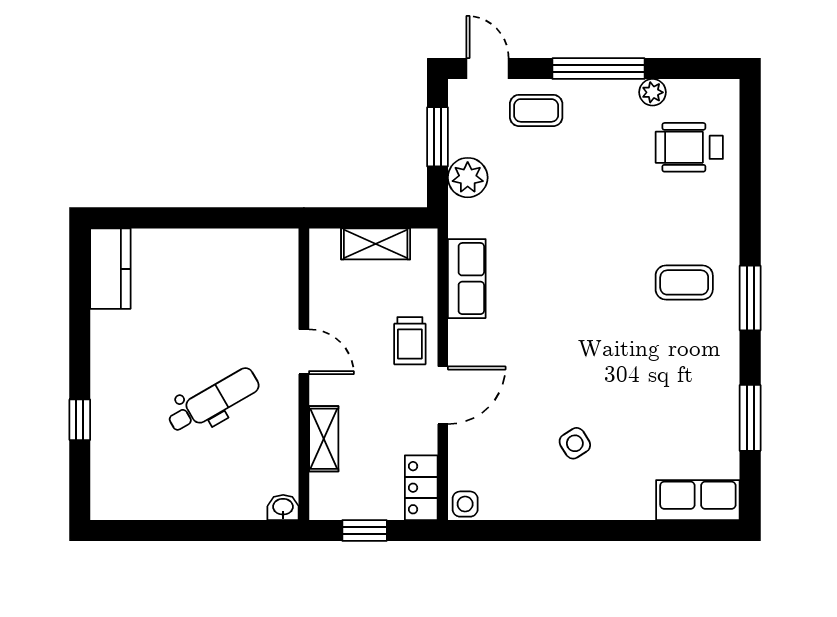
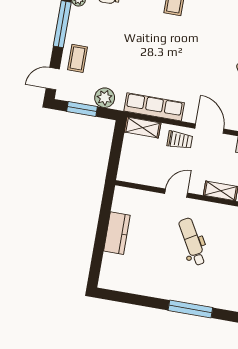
shelving: (376, 244) -> (143, 127), moved, turned 90
kitchen counter: (110, 269) -> (117, 233), moved, turned 90
row of seats: (467, 279) -> (154, 107), width x1.48
window: (80, 420) -> (190, 309), width x2.17

